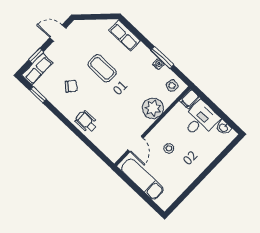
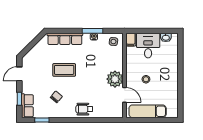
row of seats: (125, 36) -> (65, 39), width x1.48
plant: (153, 108) -> (115, 79), moved

